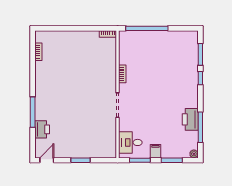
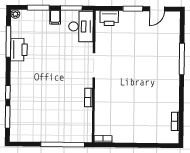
printer: (42, 129) -> (109, 18), moved, turned -90
desk: (130, 142) -> (81, 26), width x1.37
door: (47, 160) -> (157, 9), moved

